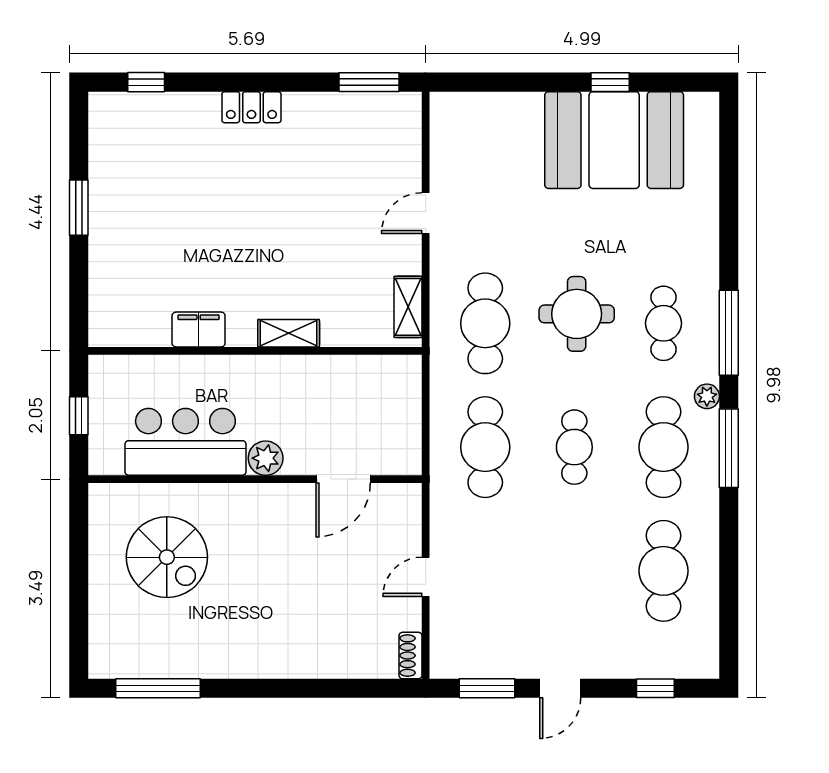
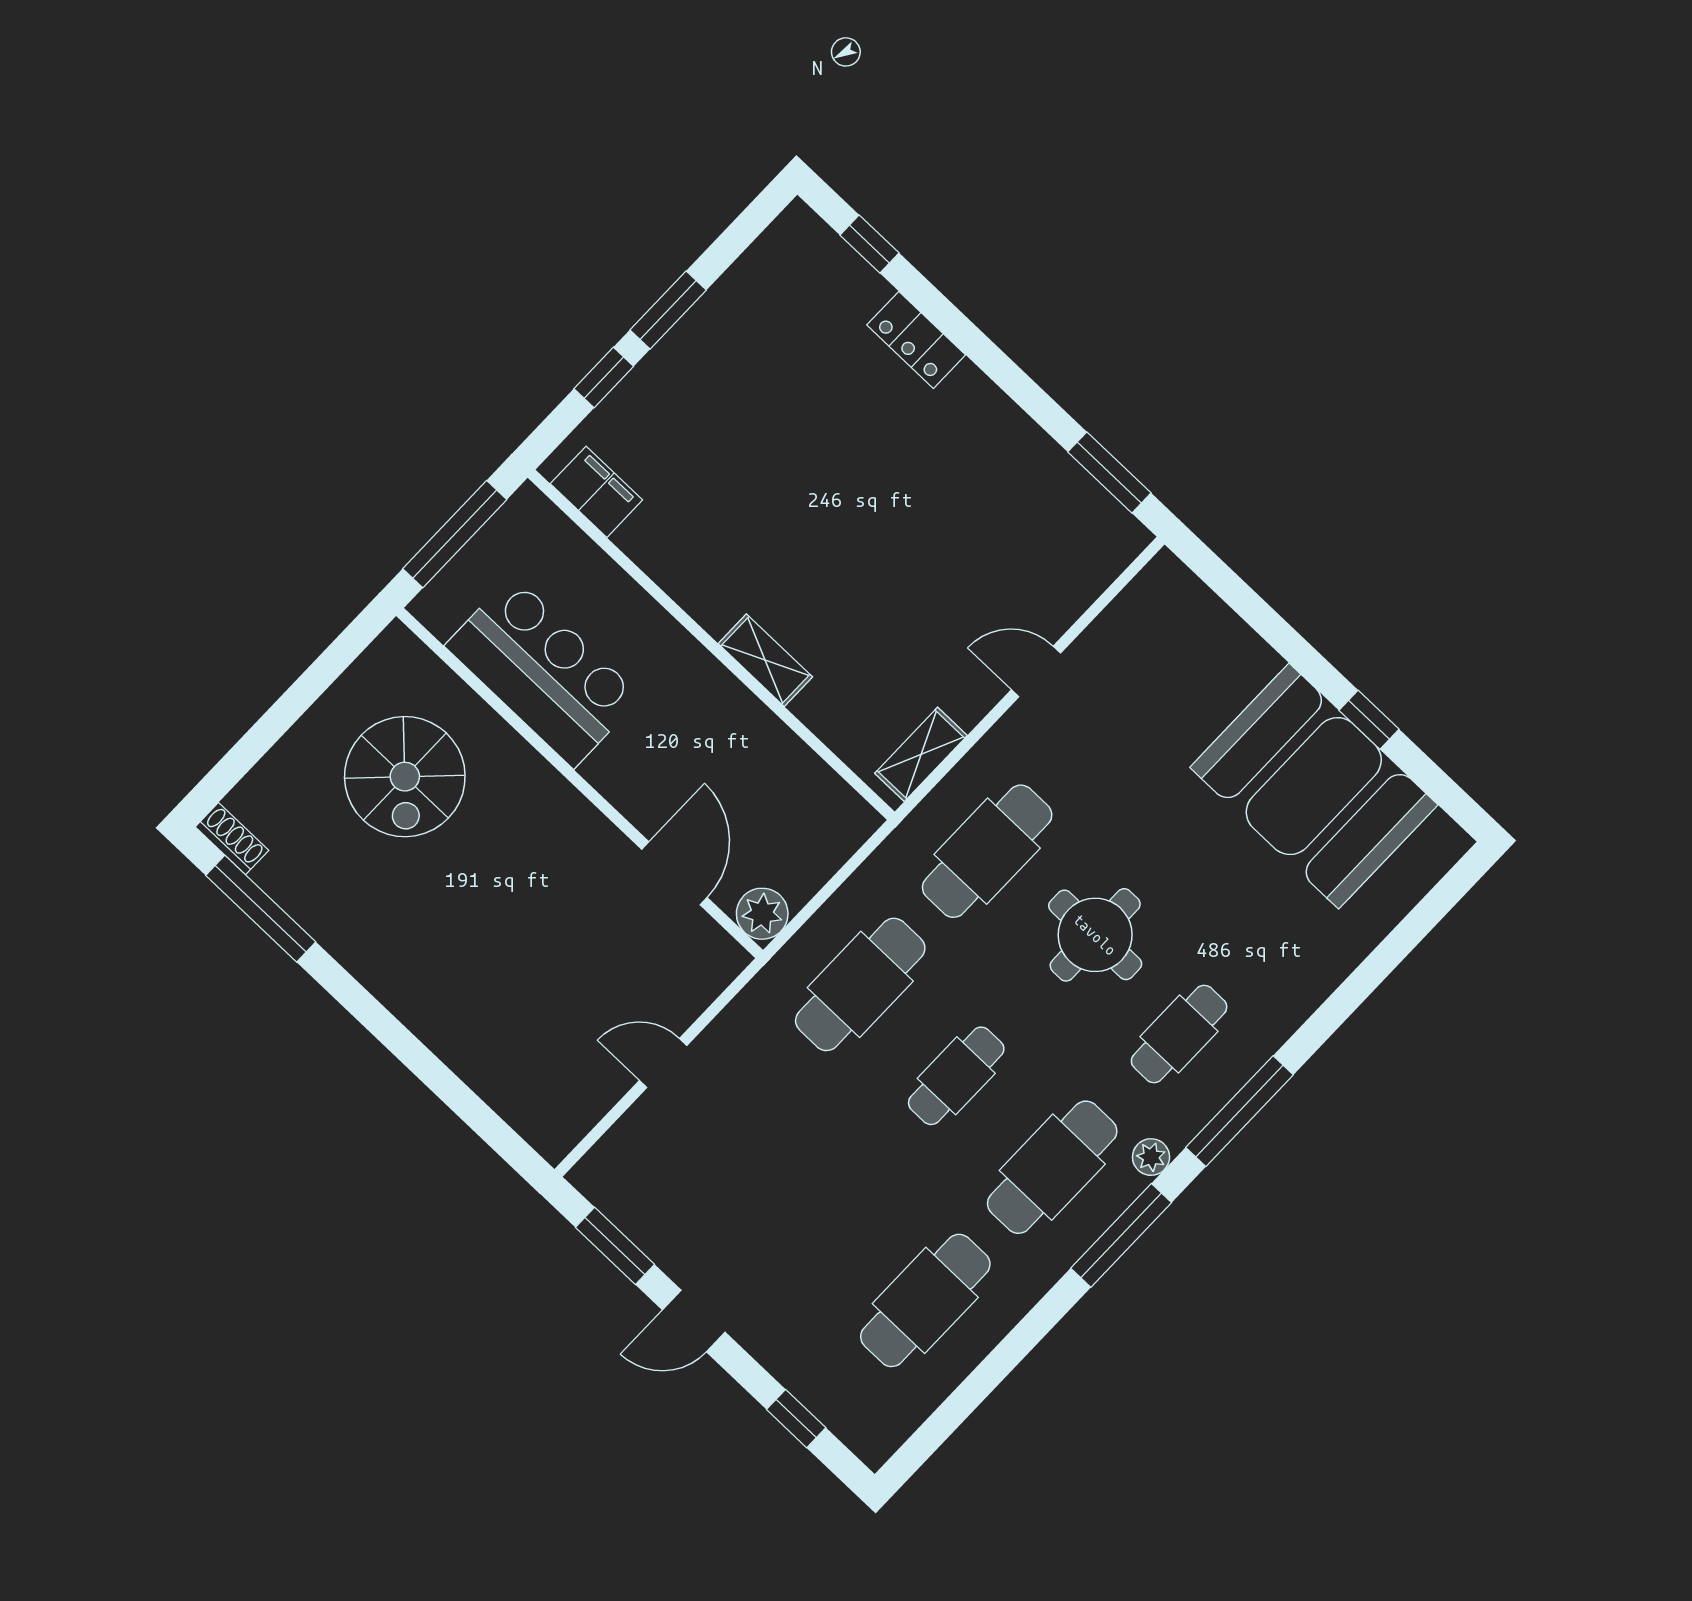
locker: (251, 107) -> (916, 340), moved
window: (79, 270) -> (604, 378), added
filing cabinet: (199, 330) -> (596, 492), moved
window: (79, 416) -> (455, 534), width x2.17
plant: (266, 458) -> (762, 914), moved
door: (343, 479) -> (674, 873), swing flipped
shoe rack: (411, 656) -> (232, 839), moved, turned 90

